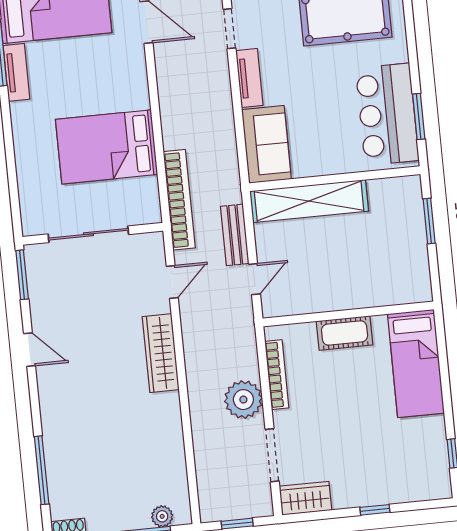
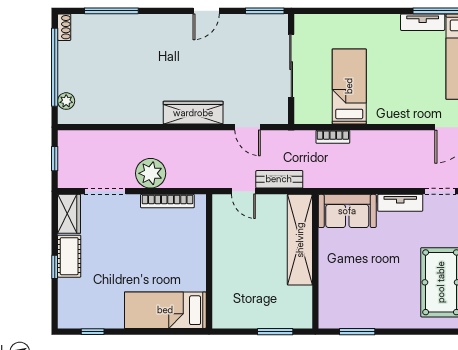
bar counter: (387, 114) -> (361, 307), removed
bed: (107, 147) -> (349, 86), width x0.67
bookcase: (179, 200) -> (333, 137), width x0.43, depth x0.76
cot: (345, 333) -> (69, 256), moved

